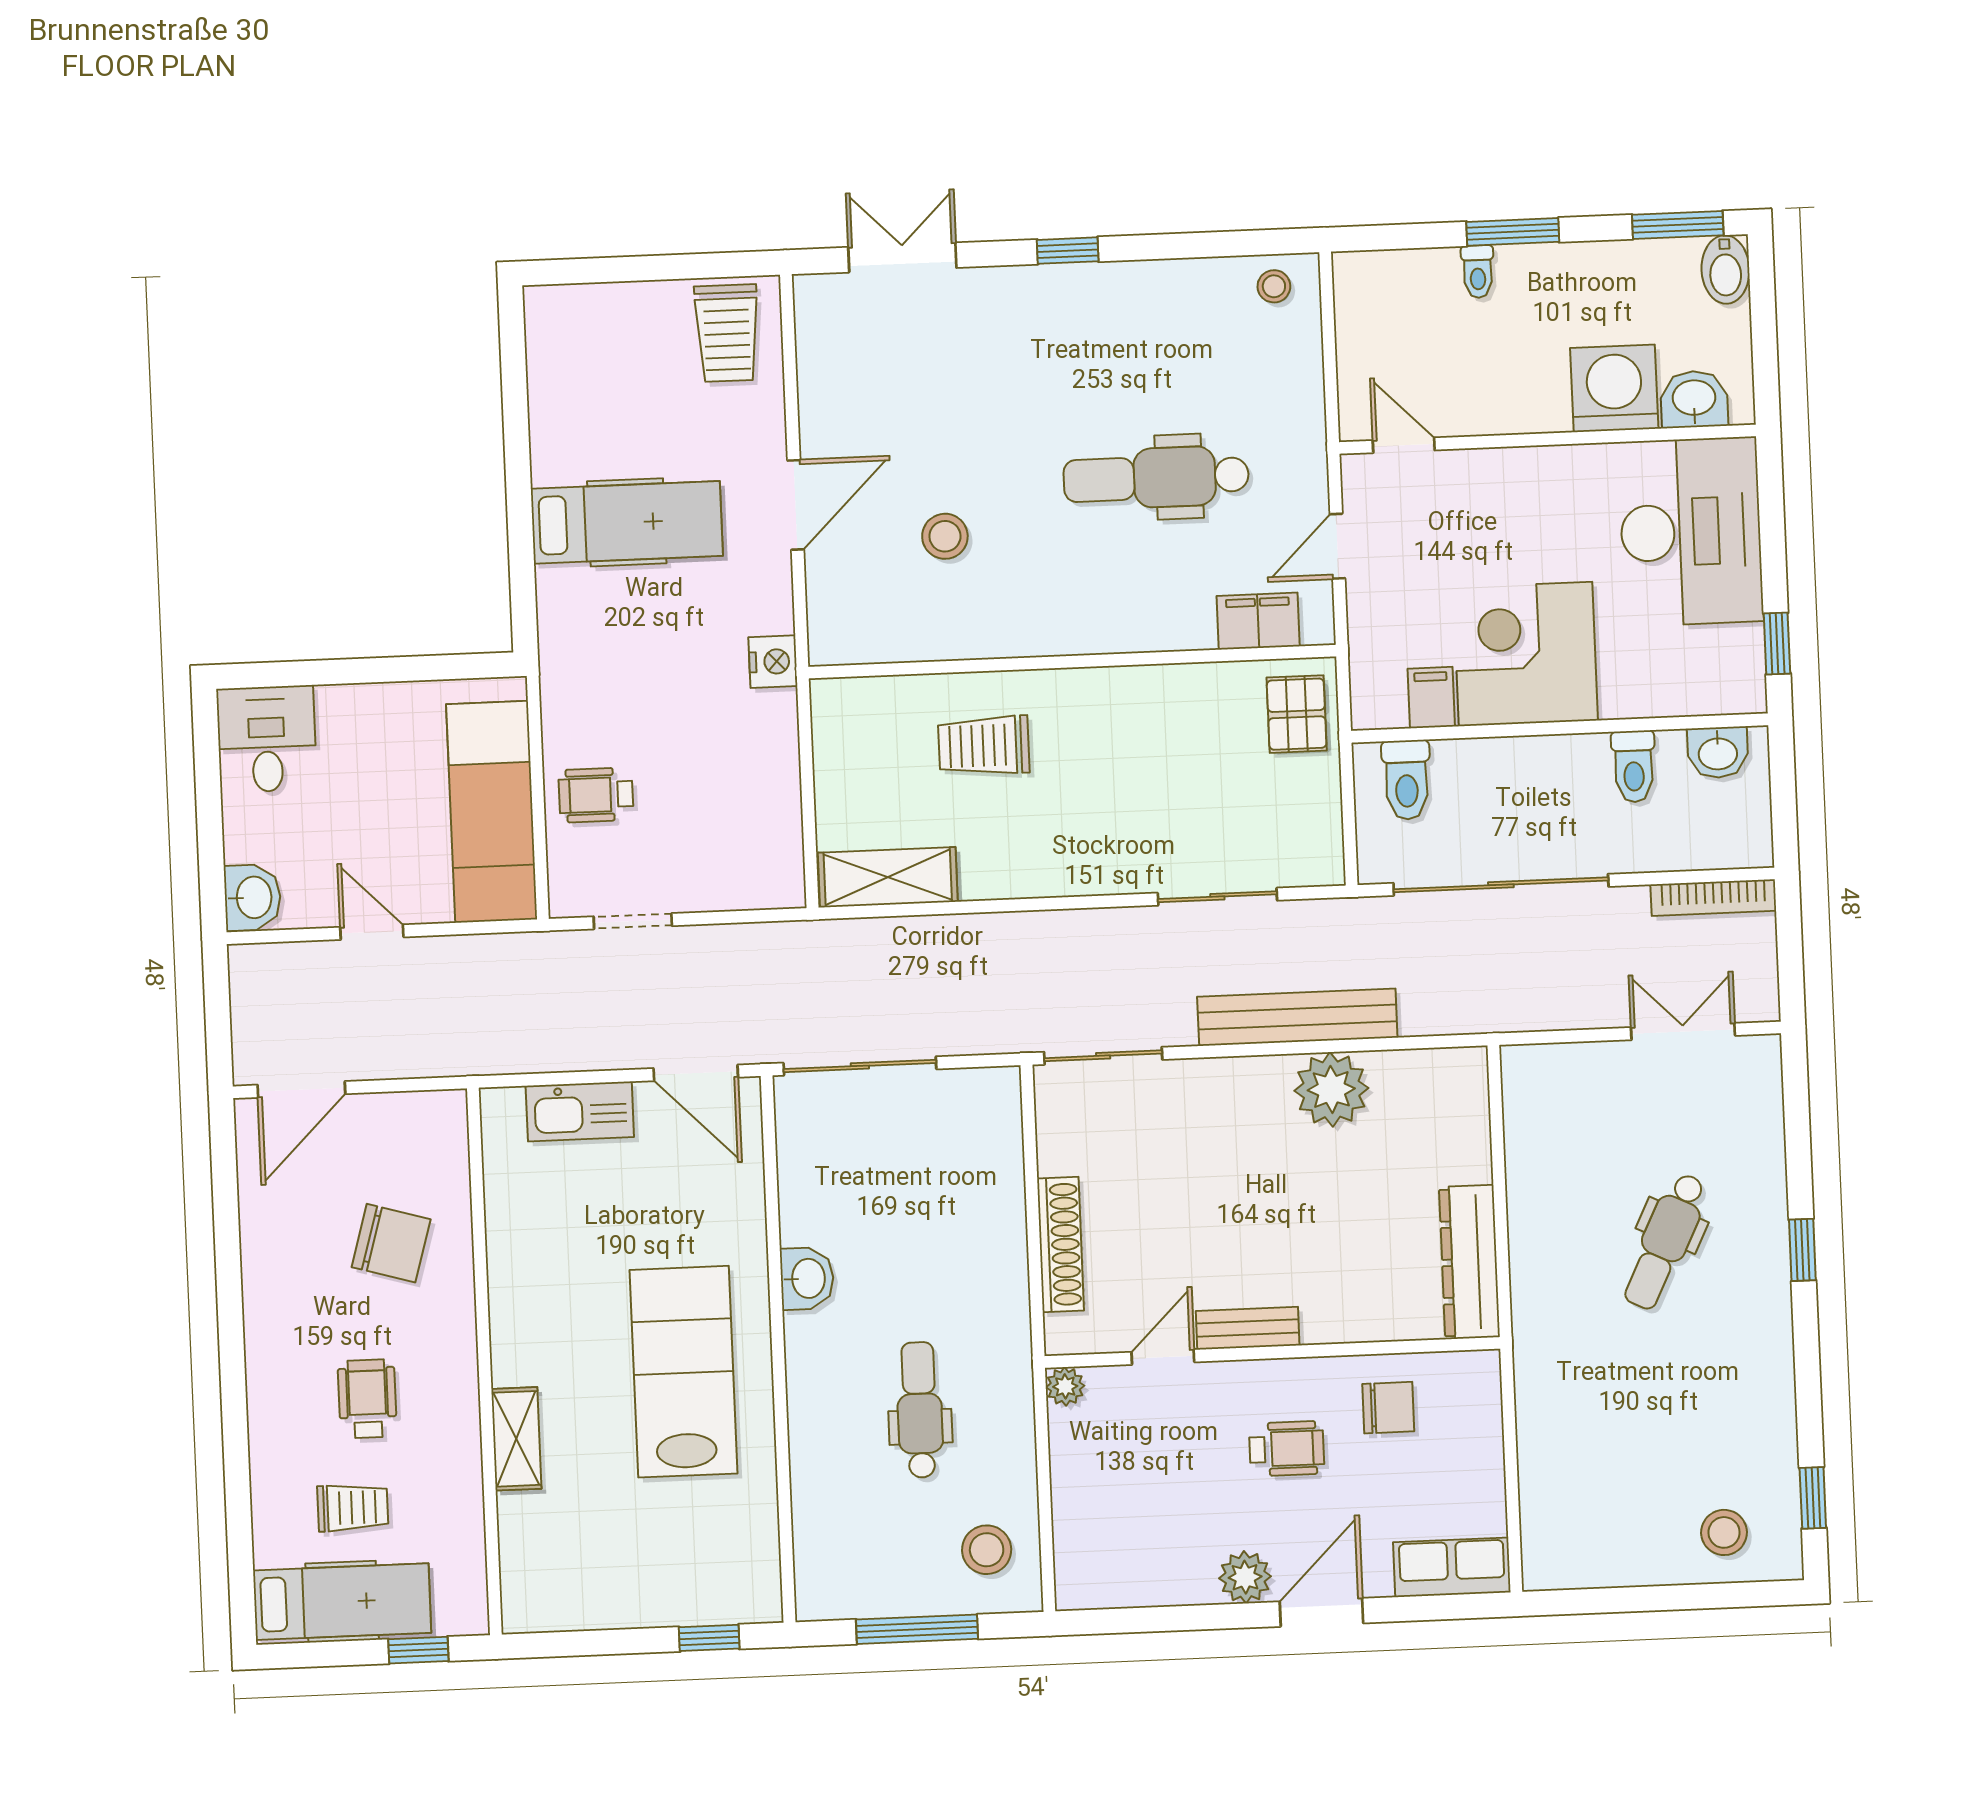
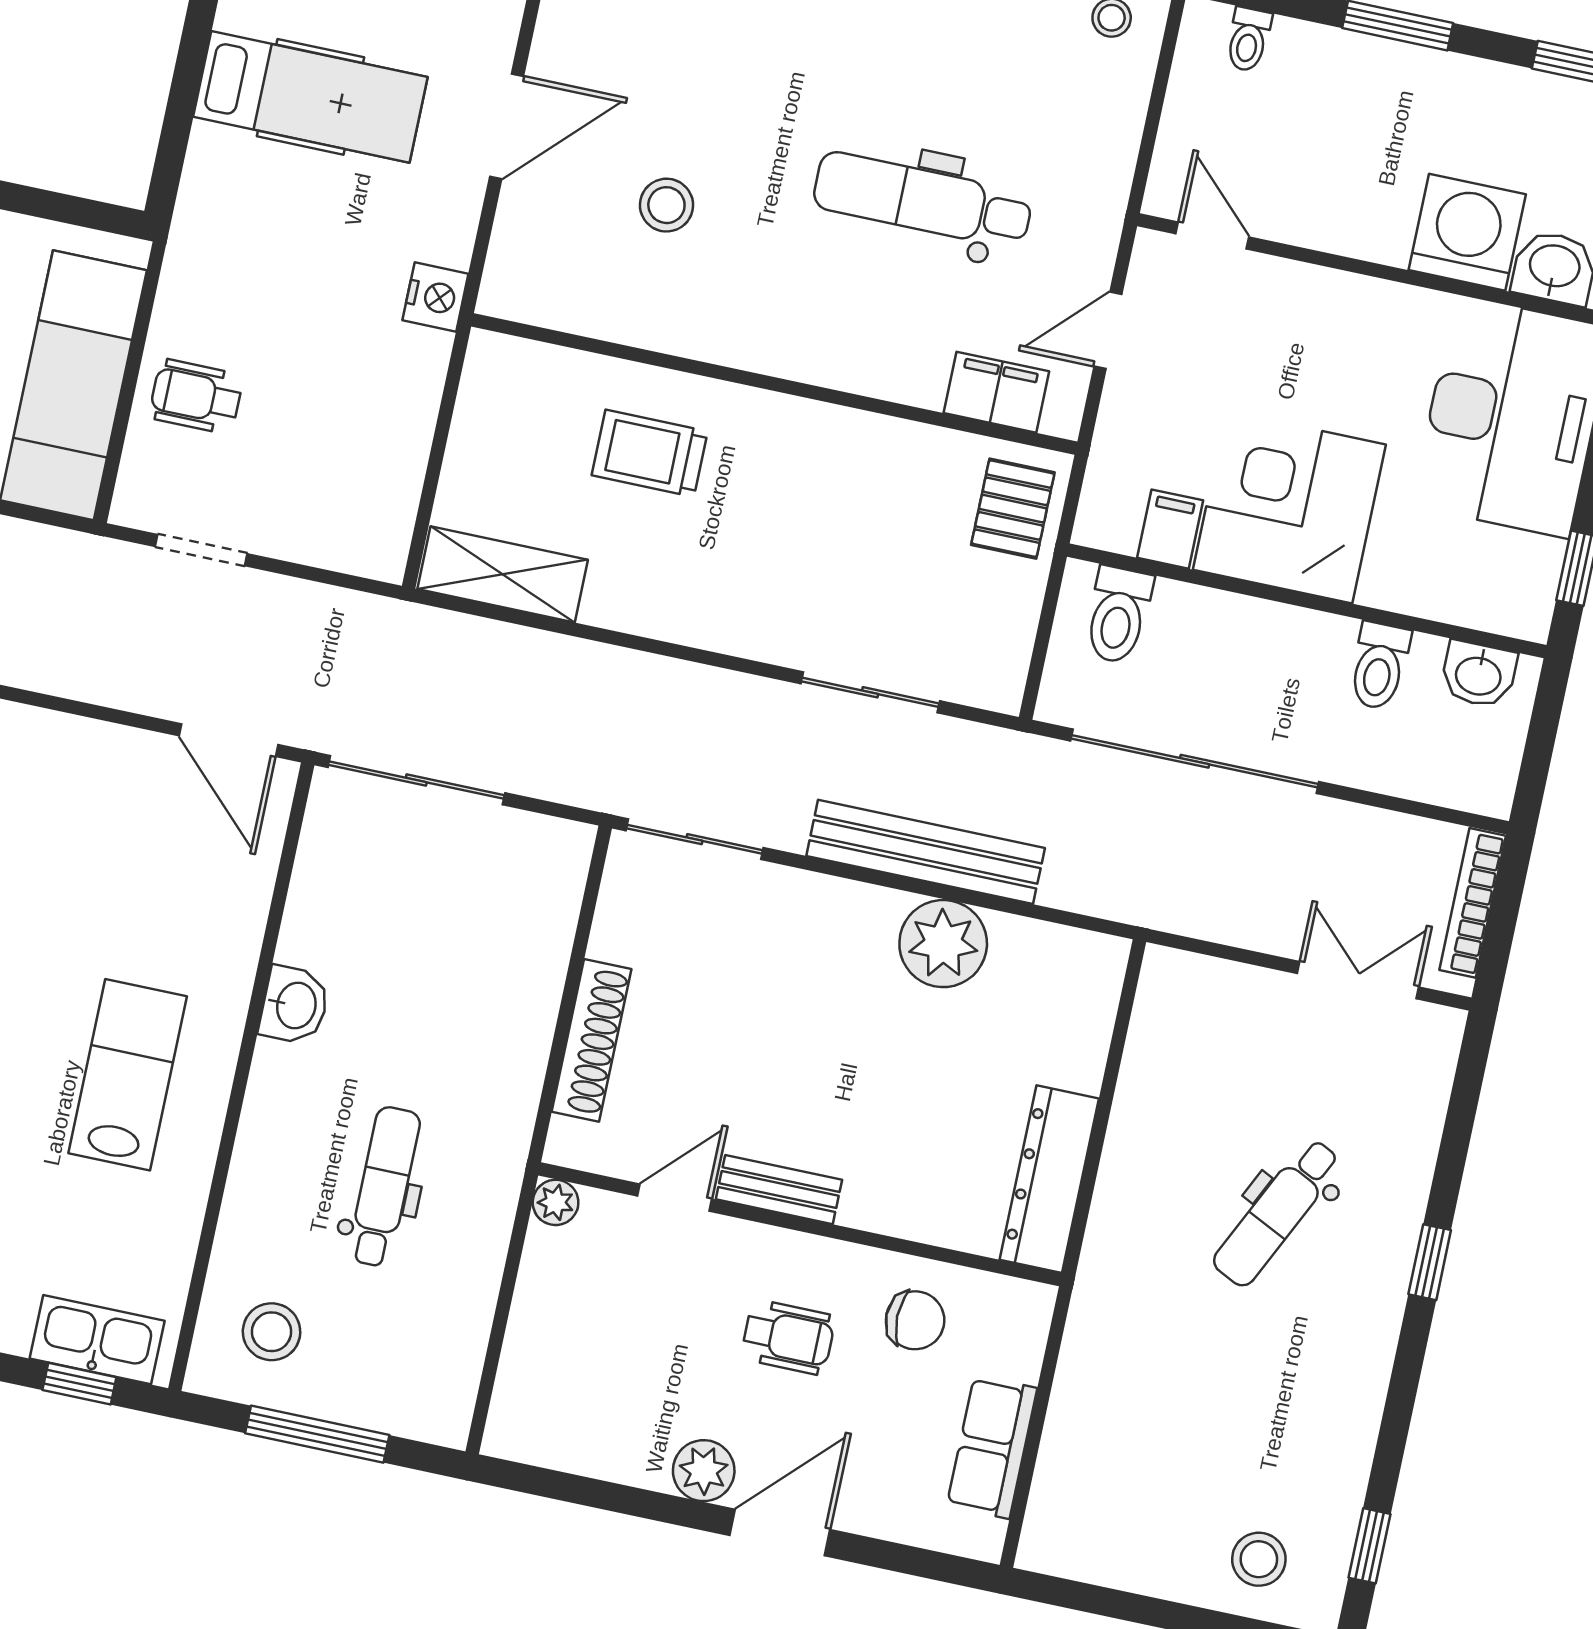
toilet: (1478, 272) -> (1248, 39), moved
bookcase: (1713, 898) -> (1473, 903), moved, turned 90
kitchen sink: (580, 1111) -> (97, 1340), moved, turned 180
lab bench: (683, 1372) -> (128, 1075), width x0.73, depth x0.72
stool: (987, 1550) -> (272, 1332), moved
row of seats: (1452, 1567) -> (992, 1447), moved, turned -90

